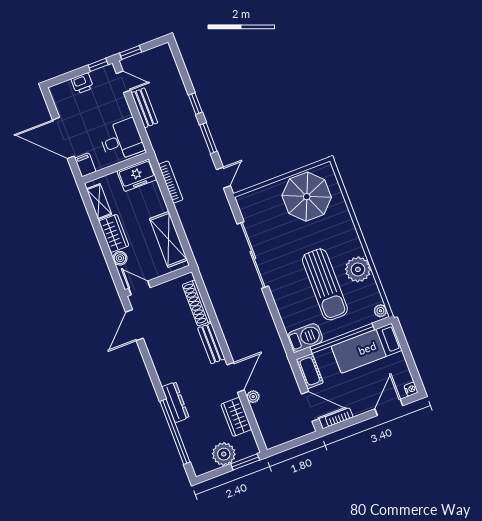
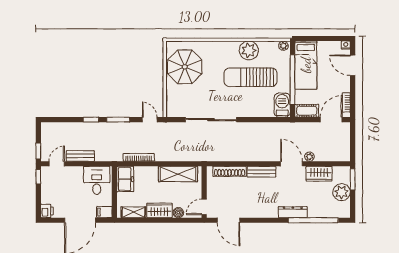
printer: (82, 83) -> (47, 211), moved
sun lounger: (325, 284) -> (251, 77), turned 180

